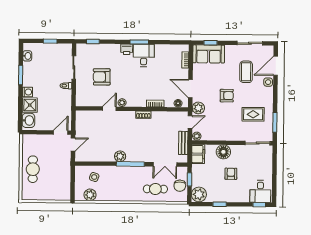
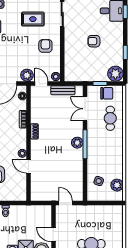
armchair: (227, 96) -> (45, 46), moved
rug: (253, 114) -> (33, 19), turned 90
door: (61, 132) -> (53, 234), moved
floor lamp: (223, 152) -> (72, 49), removed
filing cabinet: (198, 154) -> (74, 75), removed
plant: (120, 156) -> (77, 143), moved
double door: (165, 164) -> (85, 109), swing flipped

